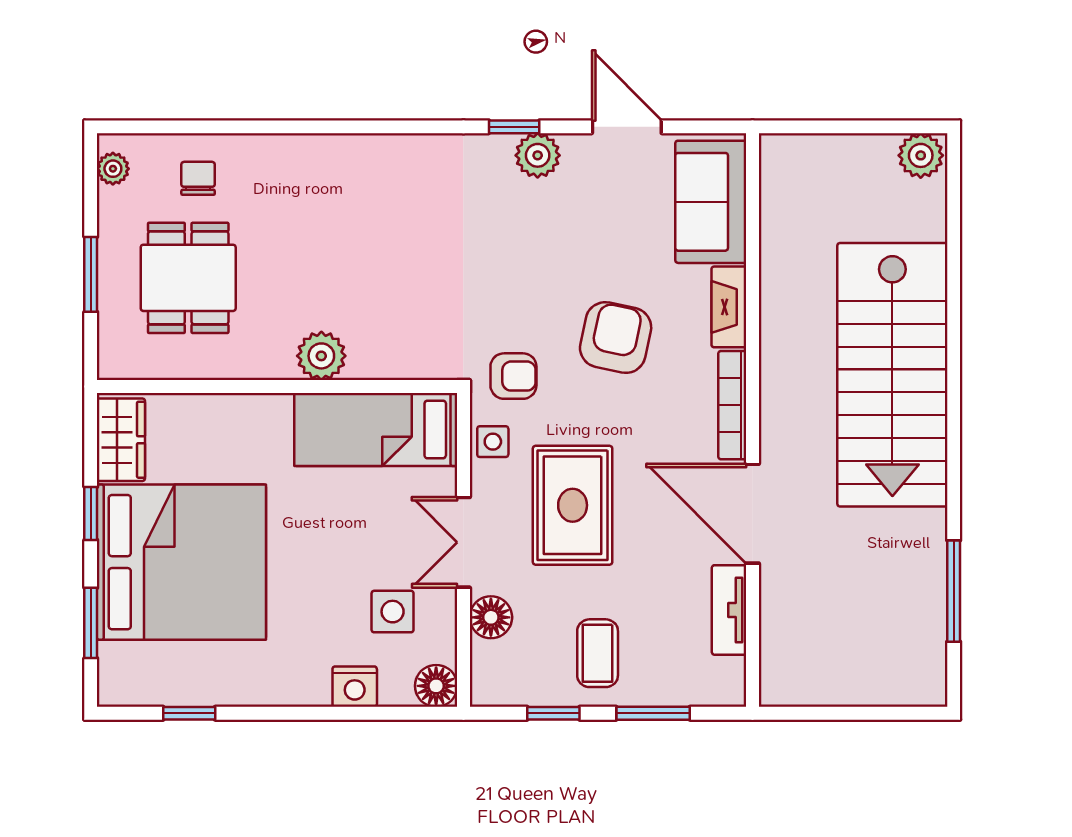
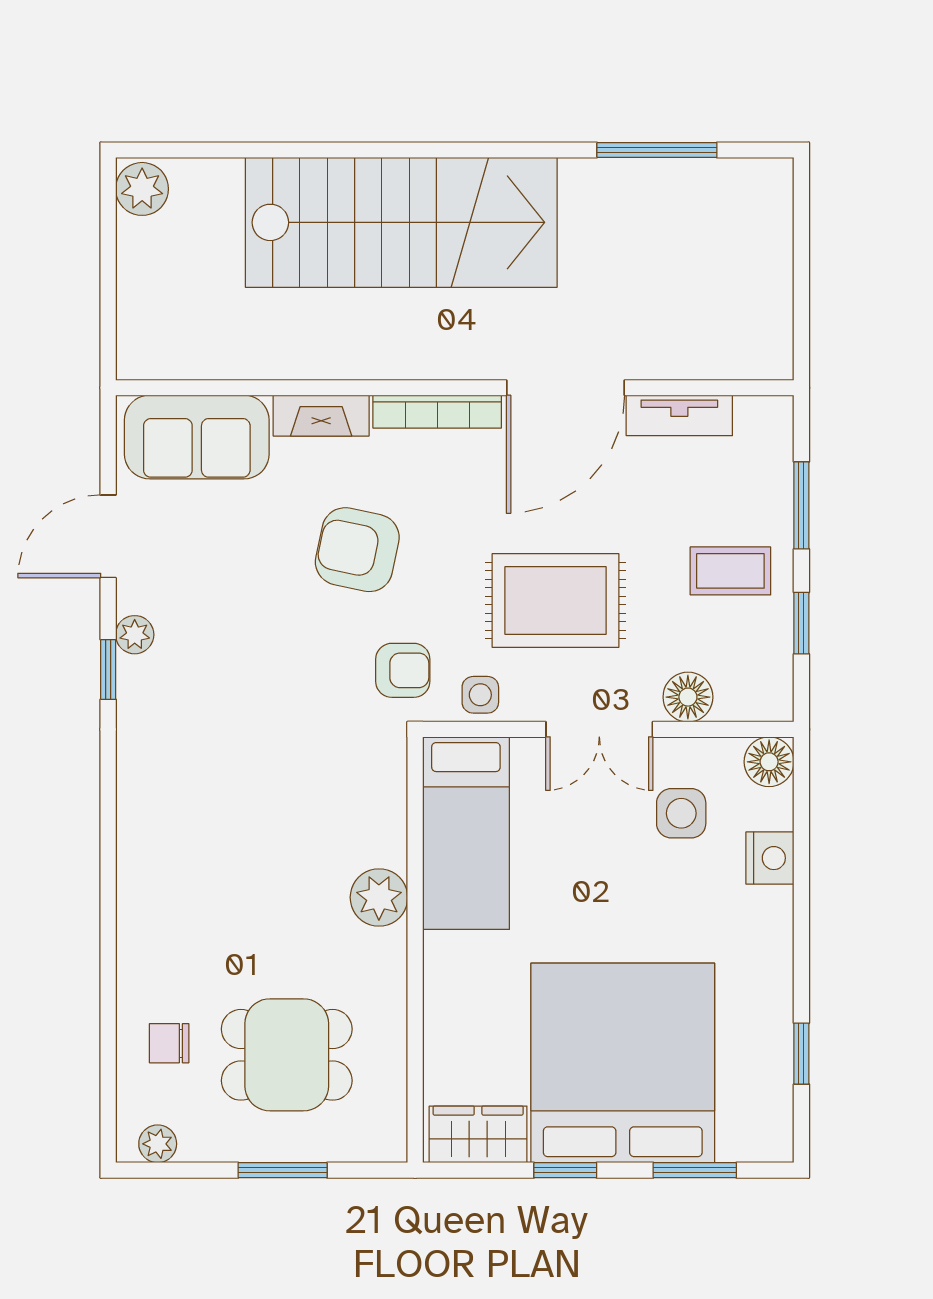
plant: (538, 155) -> (135, 635), width x0.73, depth x0.73
armchair: (513, 376) -> (403, 670), turned 90

